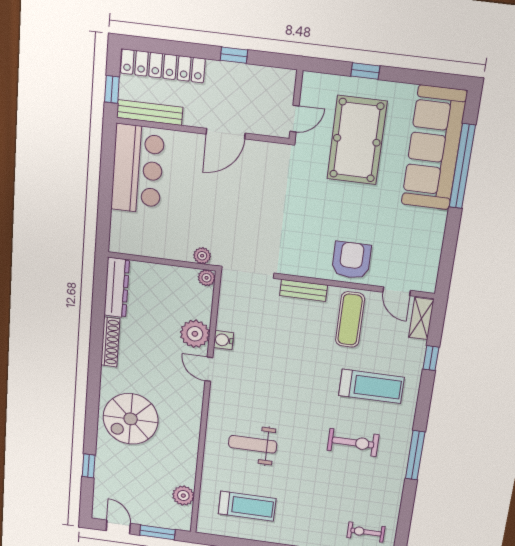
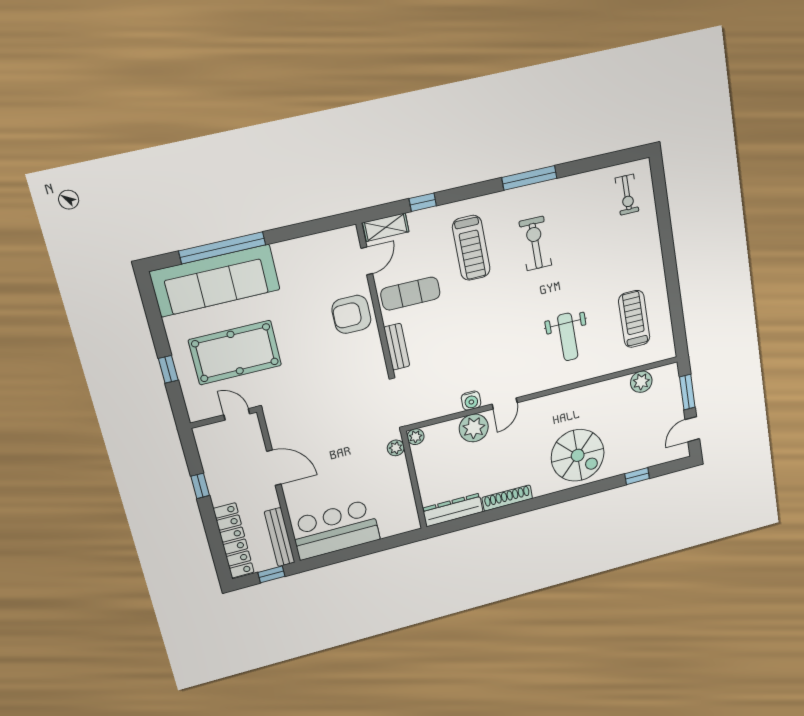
treadmill: (371, 386) -> (471, 248), turned 180

